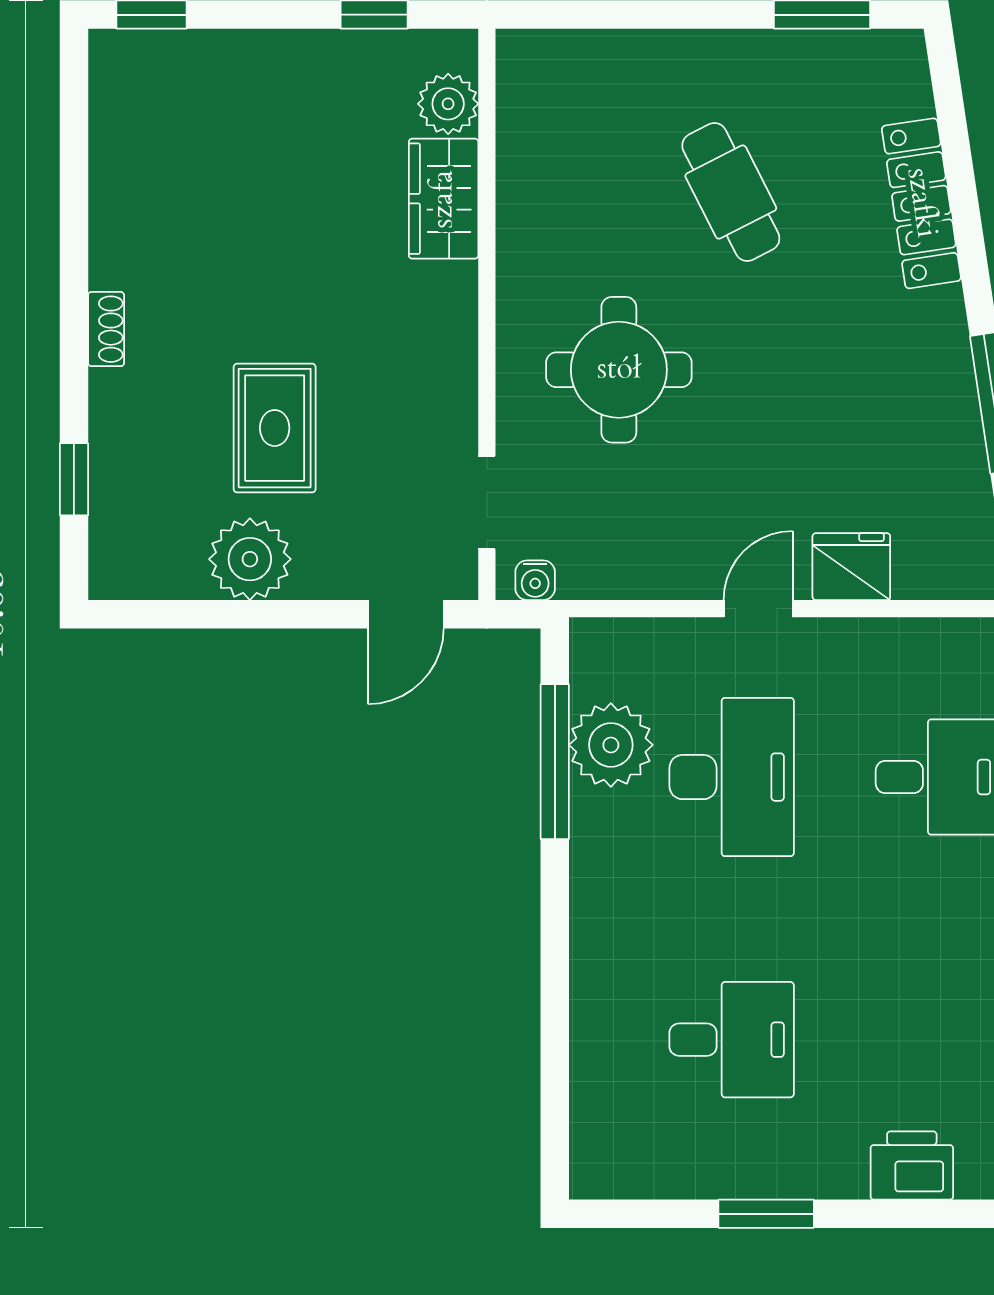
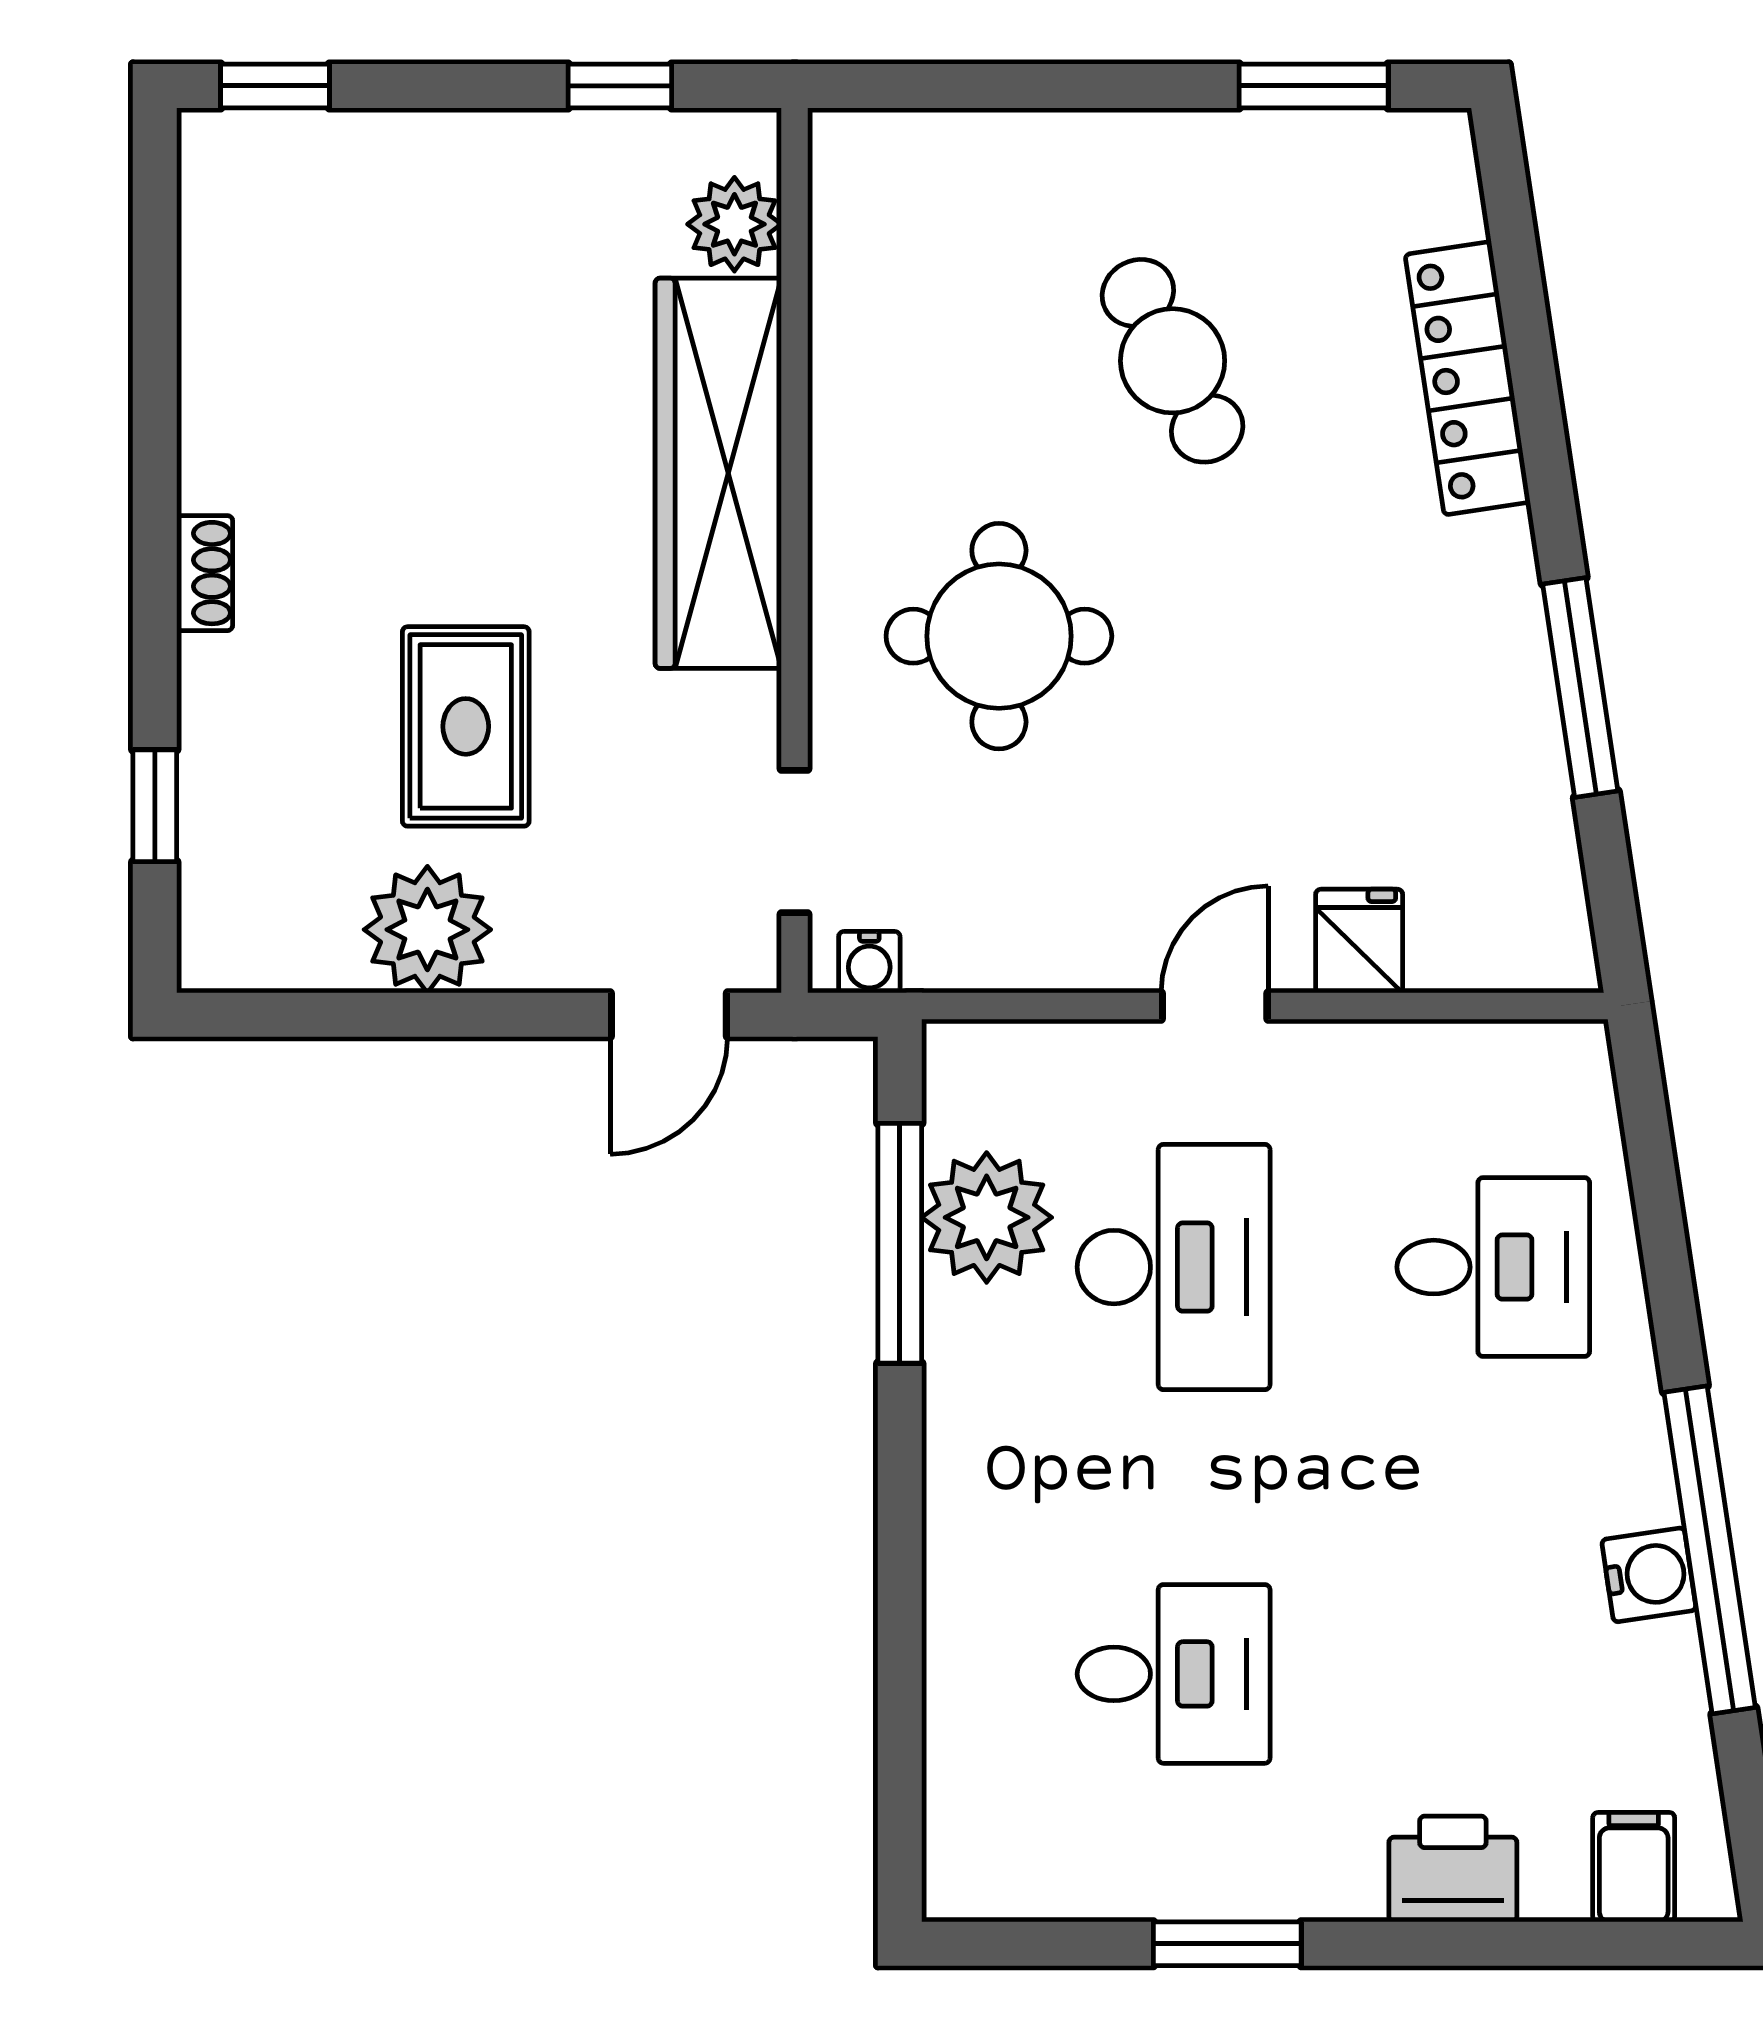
wardrobe: (444, 199) -> (718, 473), width x2.10, depth x1.17
fridge: (851, 567) -> (1359, 941), width x0.72

